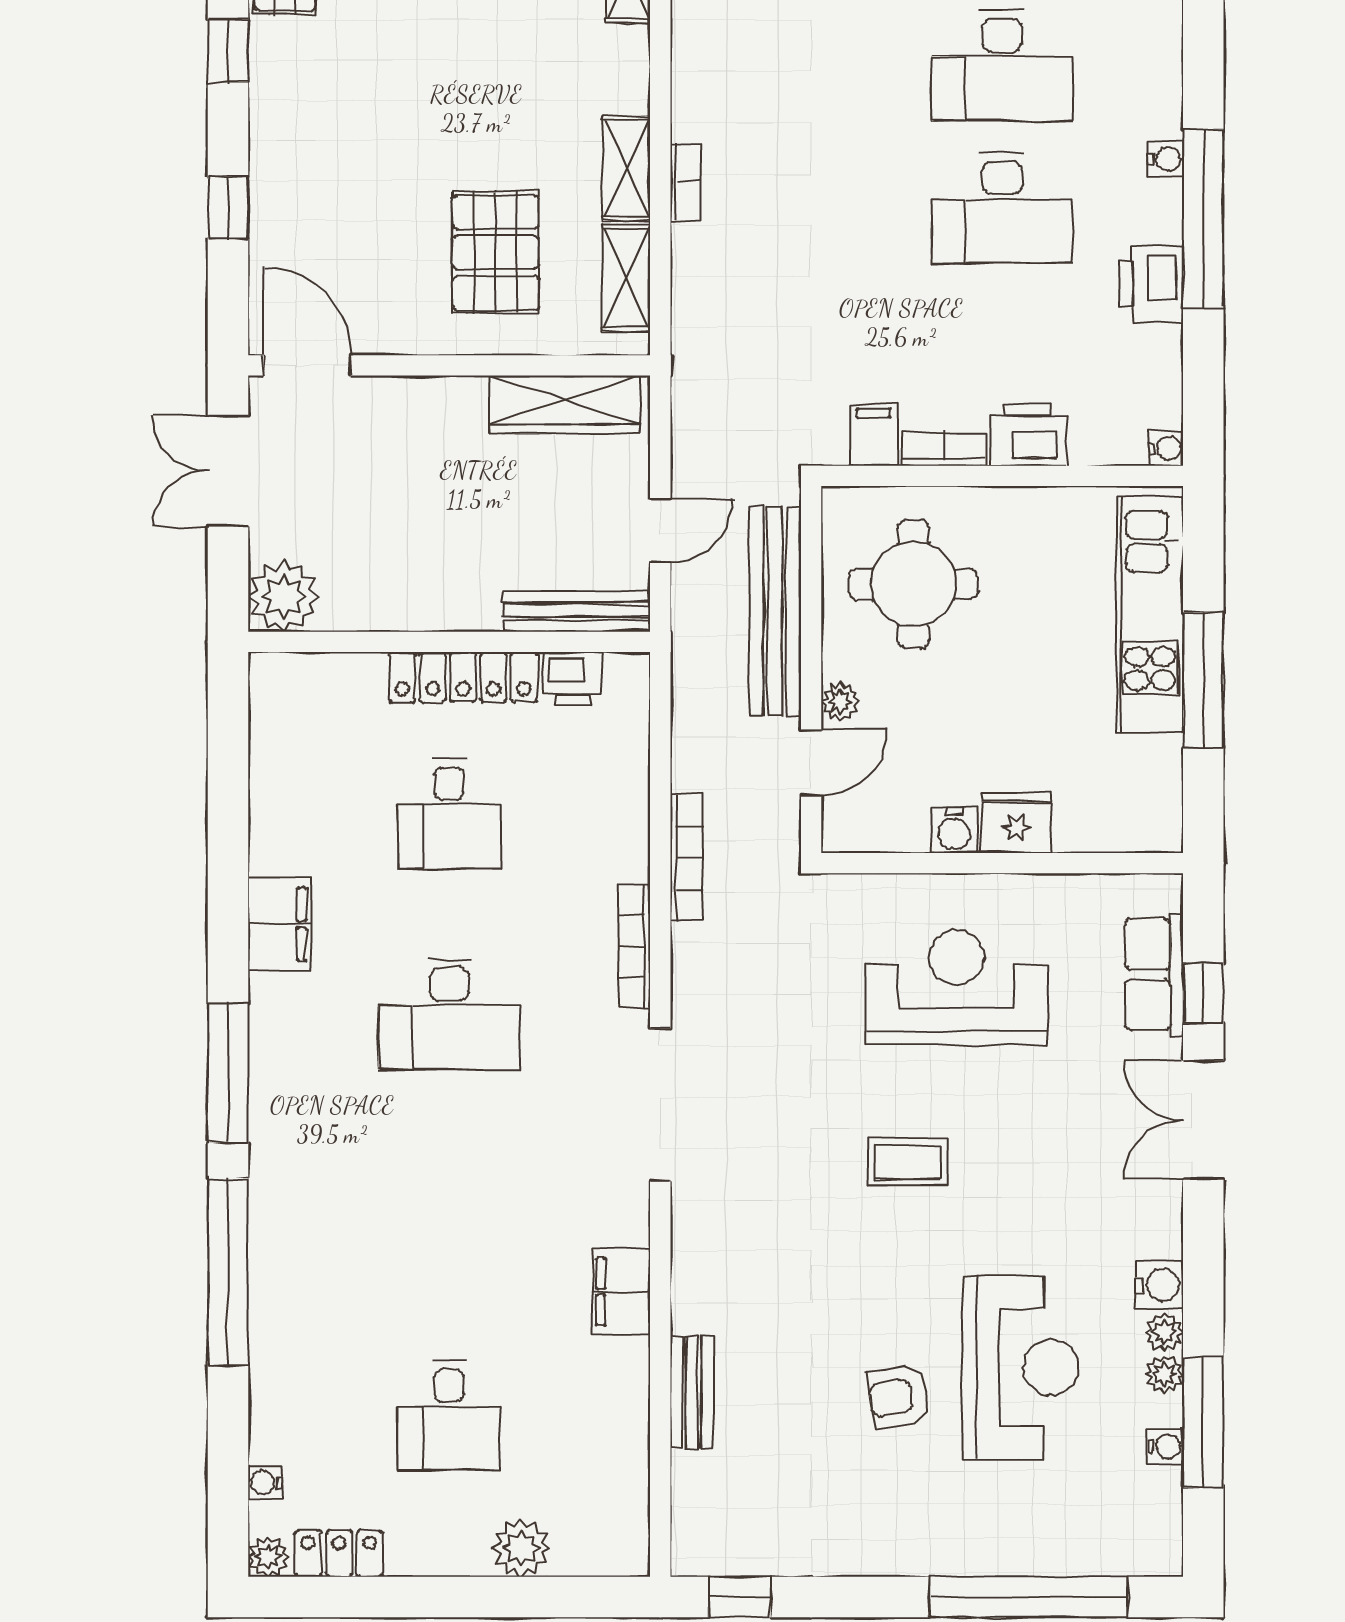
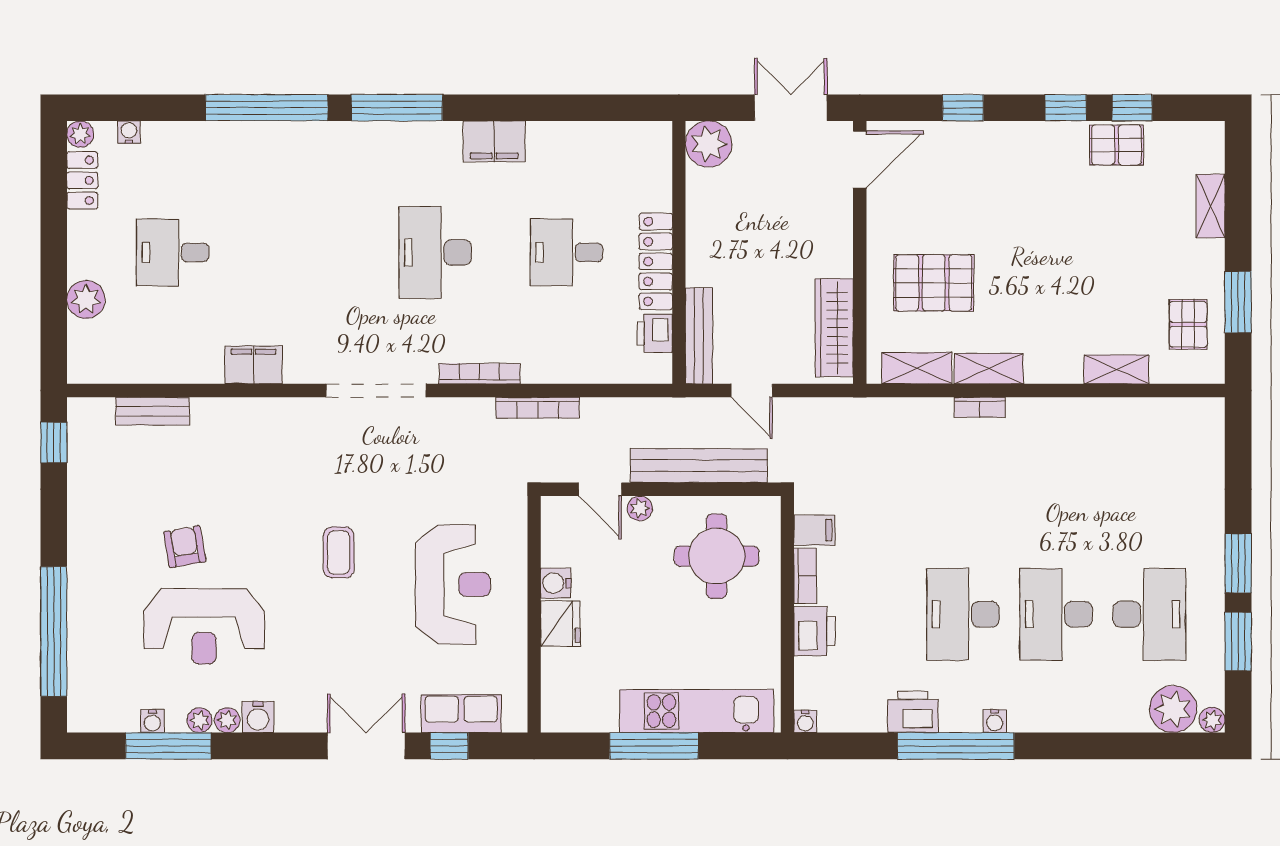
bench: (692, 1393) -> (153, 411), moved

